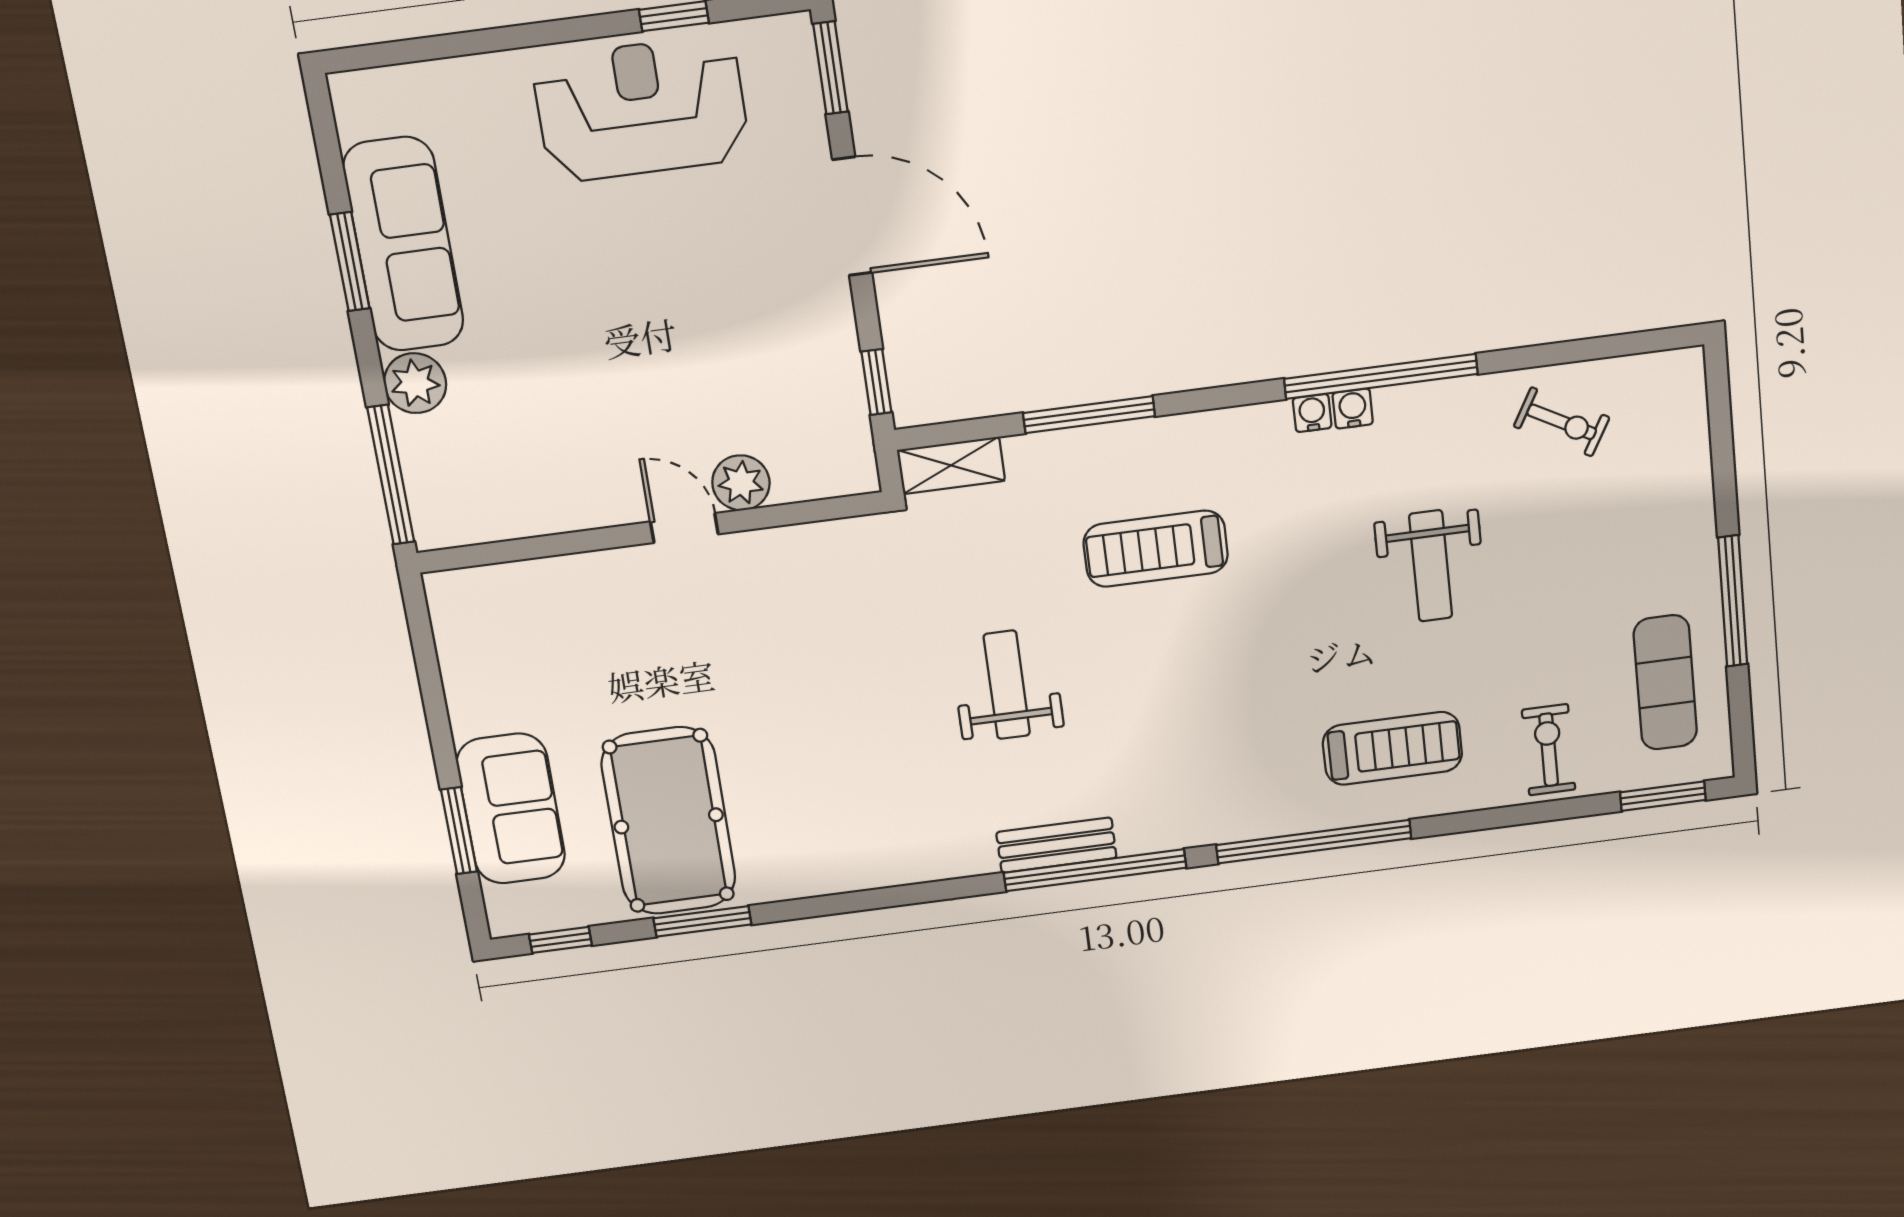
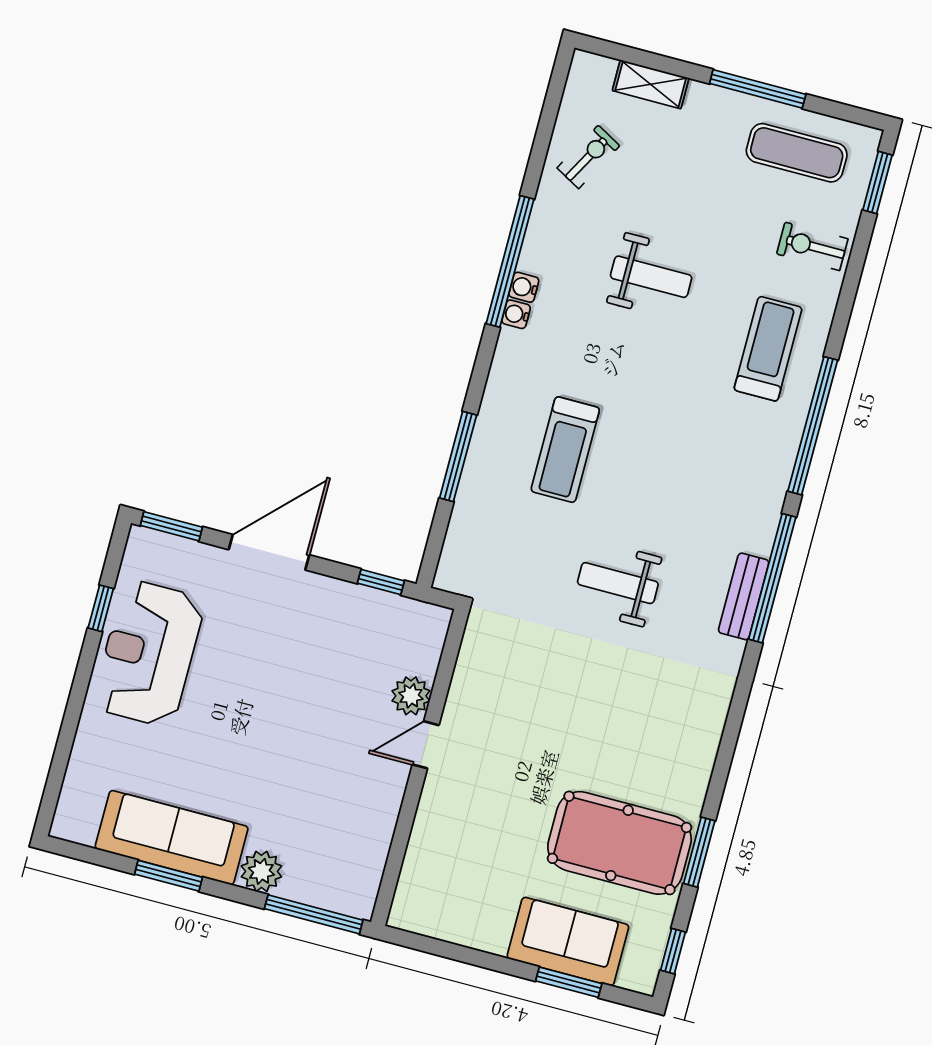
shelving: (951, 465) -> (651, 84), moved, turned 90

